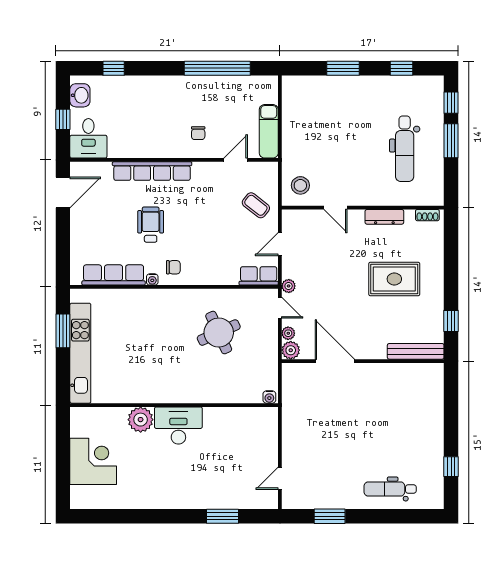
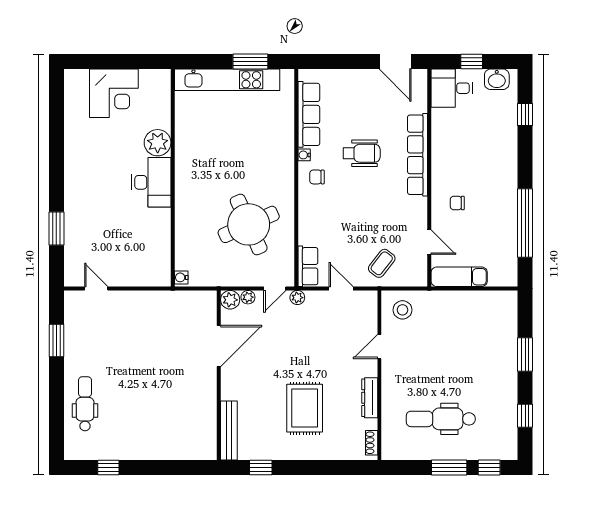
chair: (173, 267) -> (317, 177), turned 90
round table: (219, 333) -> (249, 224), width x1.36, depth x1.36

